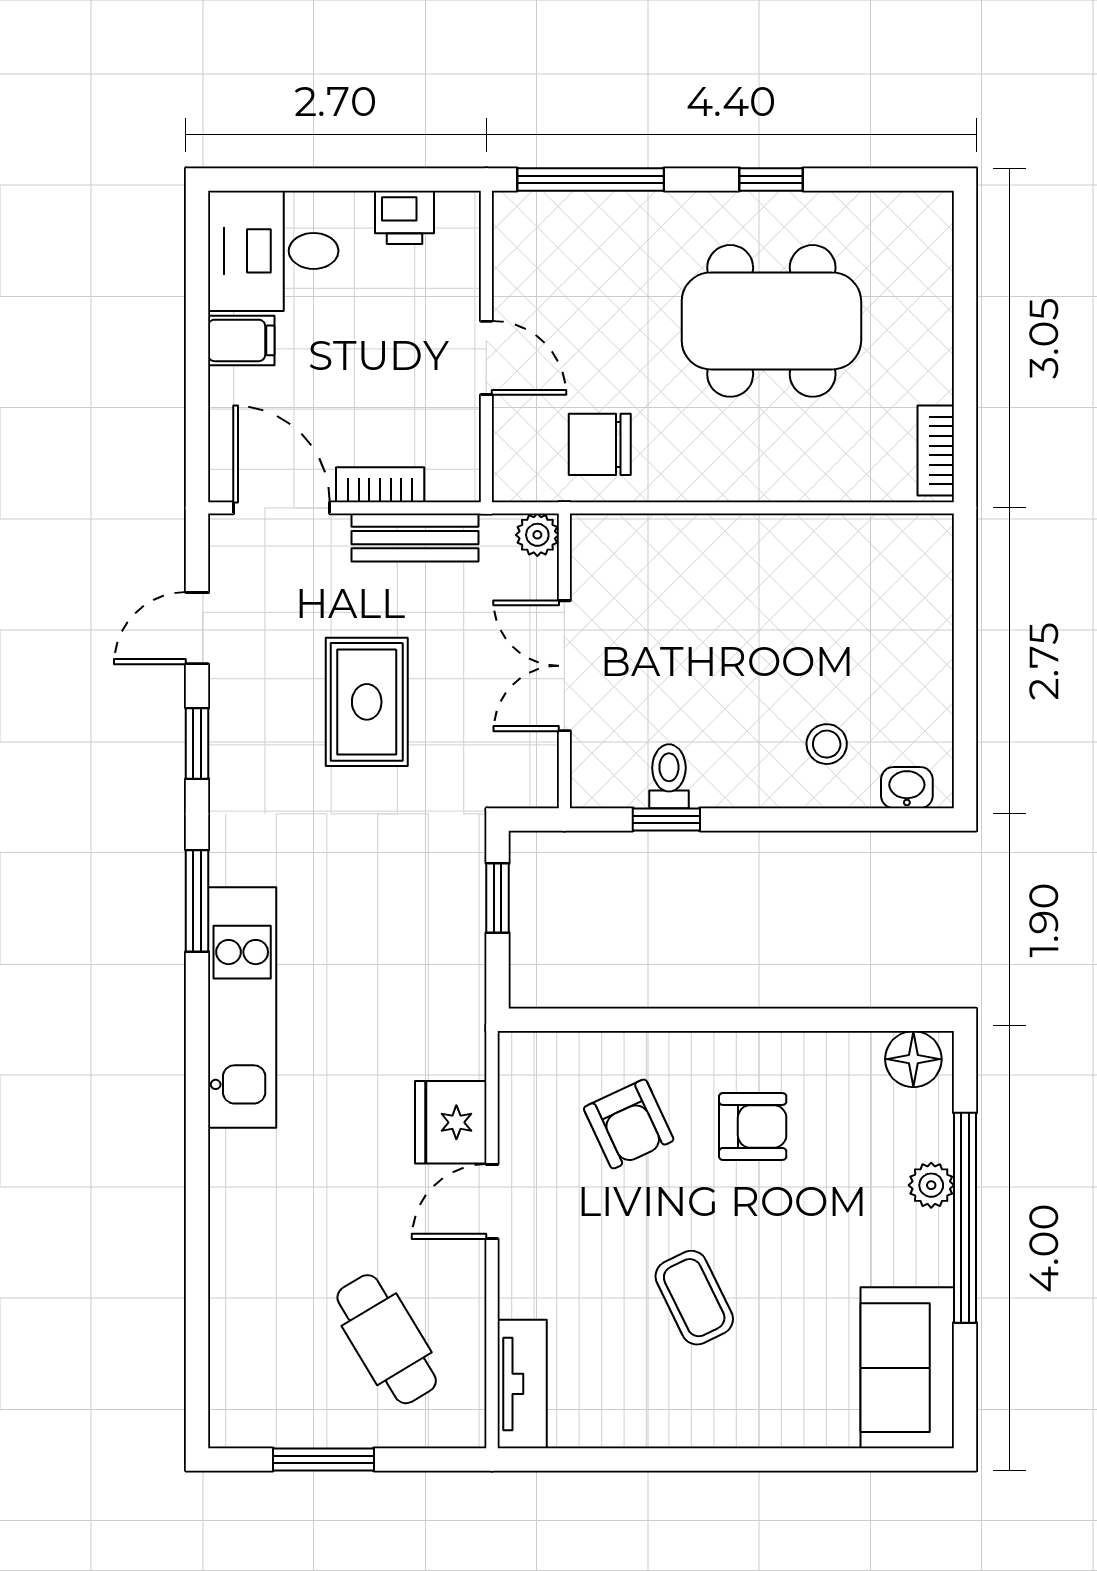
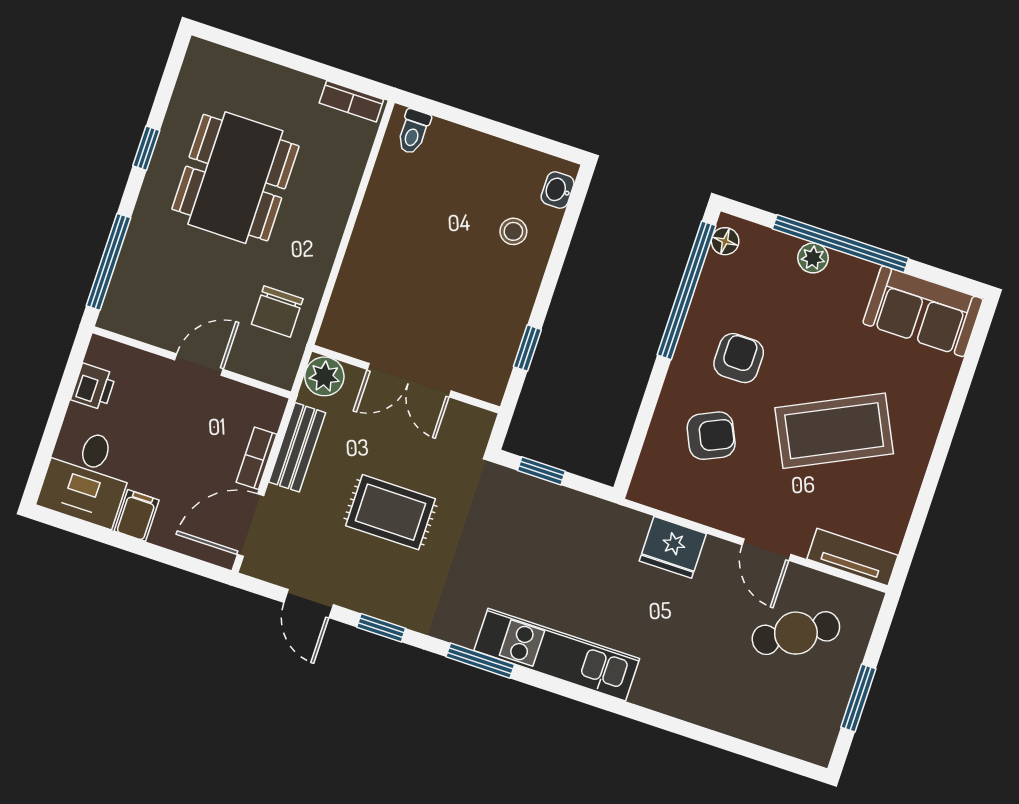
plant: (537, 535) -> (324, 376), width x1.38, depth x1.38
toilet: (669, 776) -> (413, 132), moved, turned -90
window: (825, 1020) -> (687, 290), added
floor lamp: (913, 1059) -> (725, 241), width x0.73, depth x0.73
door: (492, 1202) -> (766, 550), moved
coffee table: (694, 1298) -> (834, 431), width x1.86, depth x1.72

